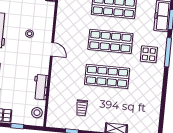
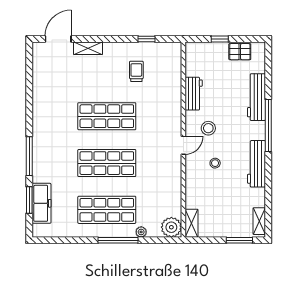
door: (52, 49) -> (183, 145), swing flipped
display table: (149, 54) -> (54, 151), removed
stool: (37, 113) -> (208, 128), moved

